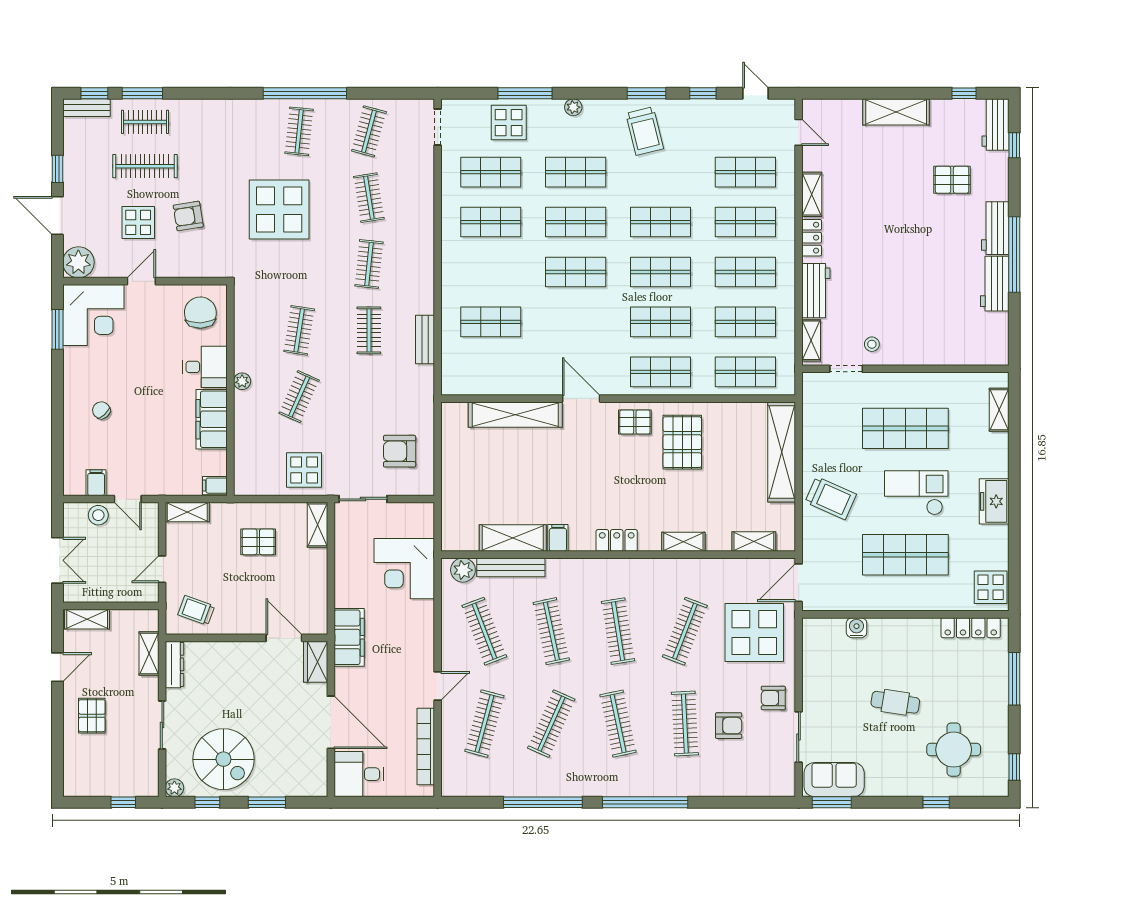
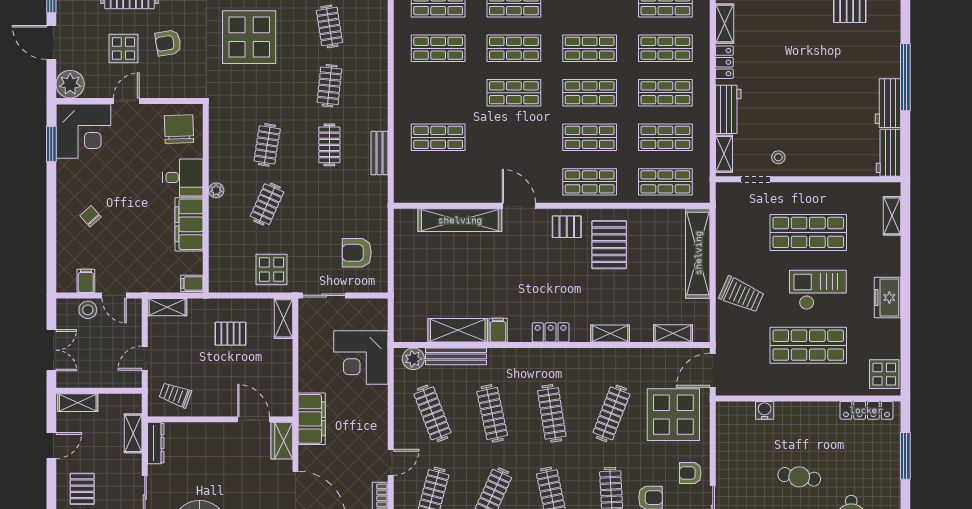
workbench: (995, 228) -> (888, 153), moved

